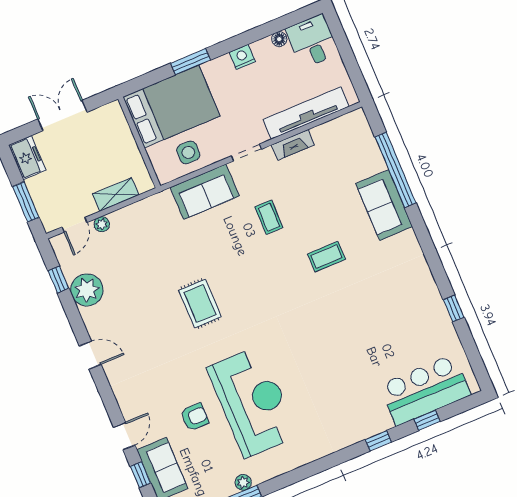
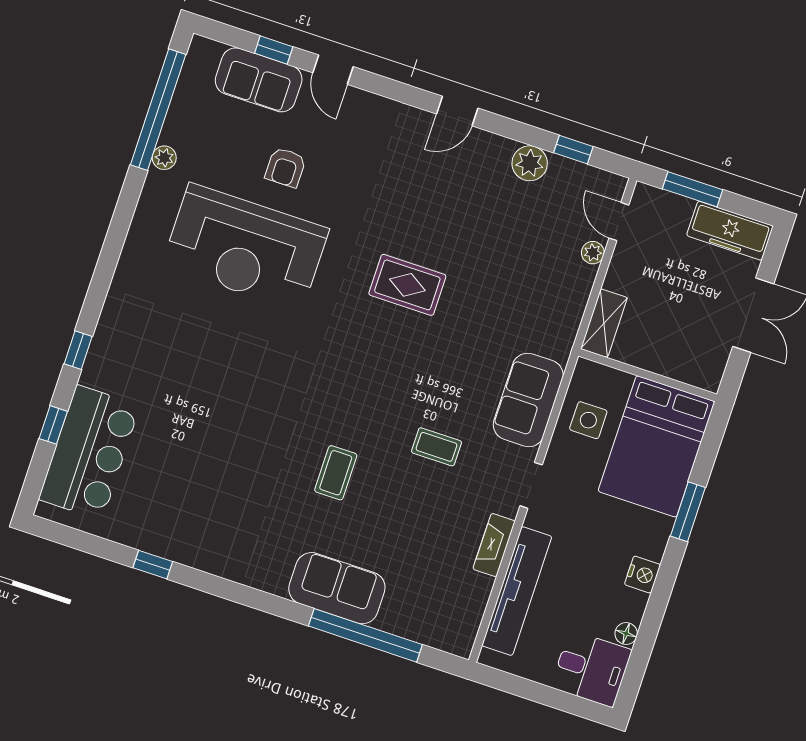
freezer: (27, 158) -> (730, 231), width x1.40
shelving: (116, 194) -> (604, 323), moved
plant: (87, 290) -> (530, 163), width x0.73, depth x0.73

